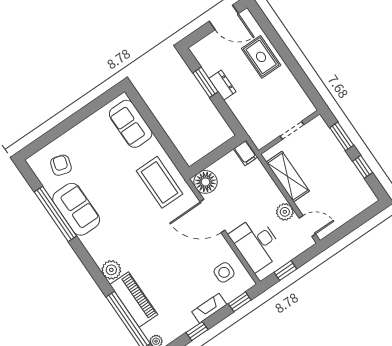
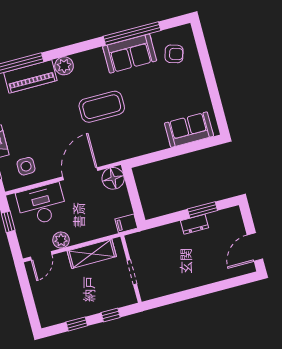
rug: (261, 57) -> (208, 268), removed
window: (342, 136) -> (111, 315), width x0.67
coffee table: (160, 182) -> (102, 107), moved

